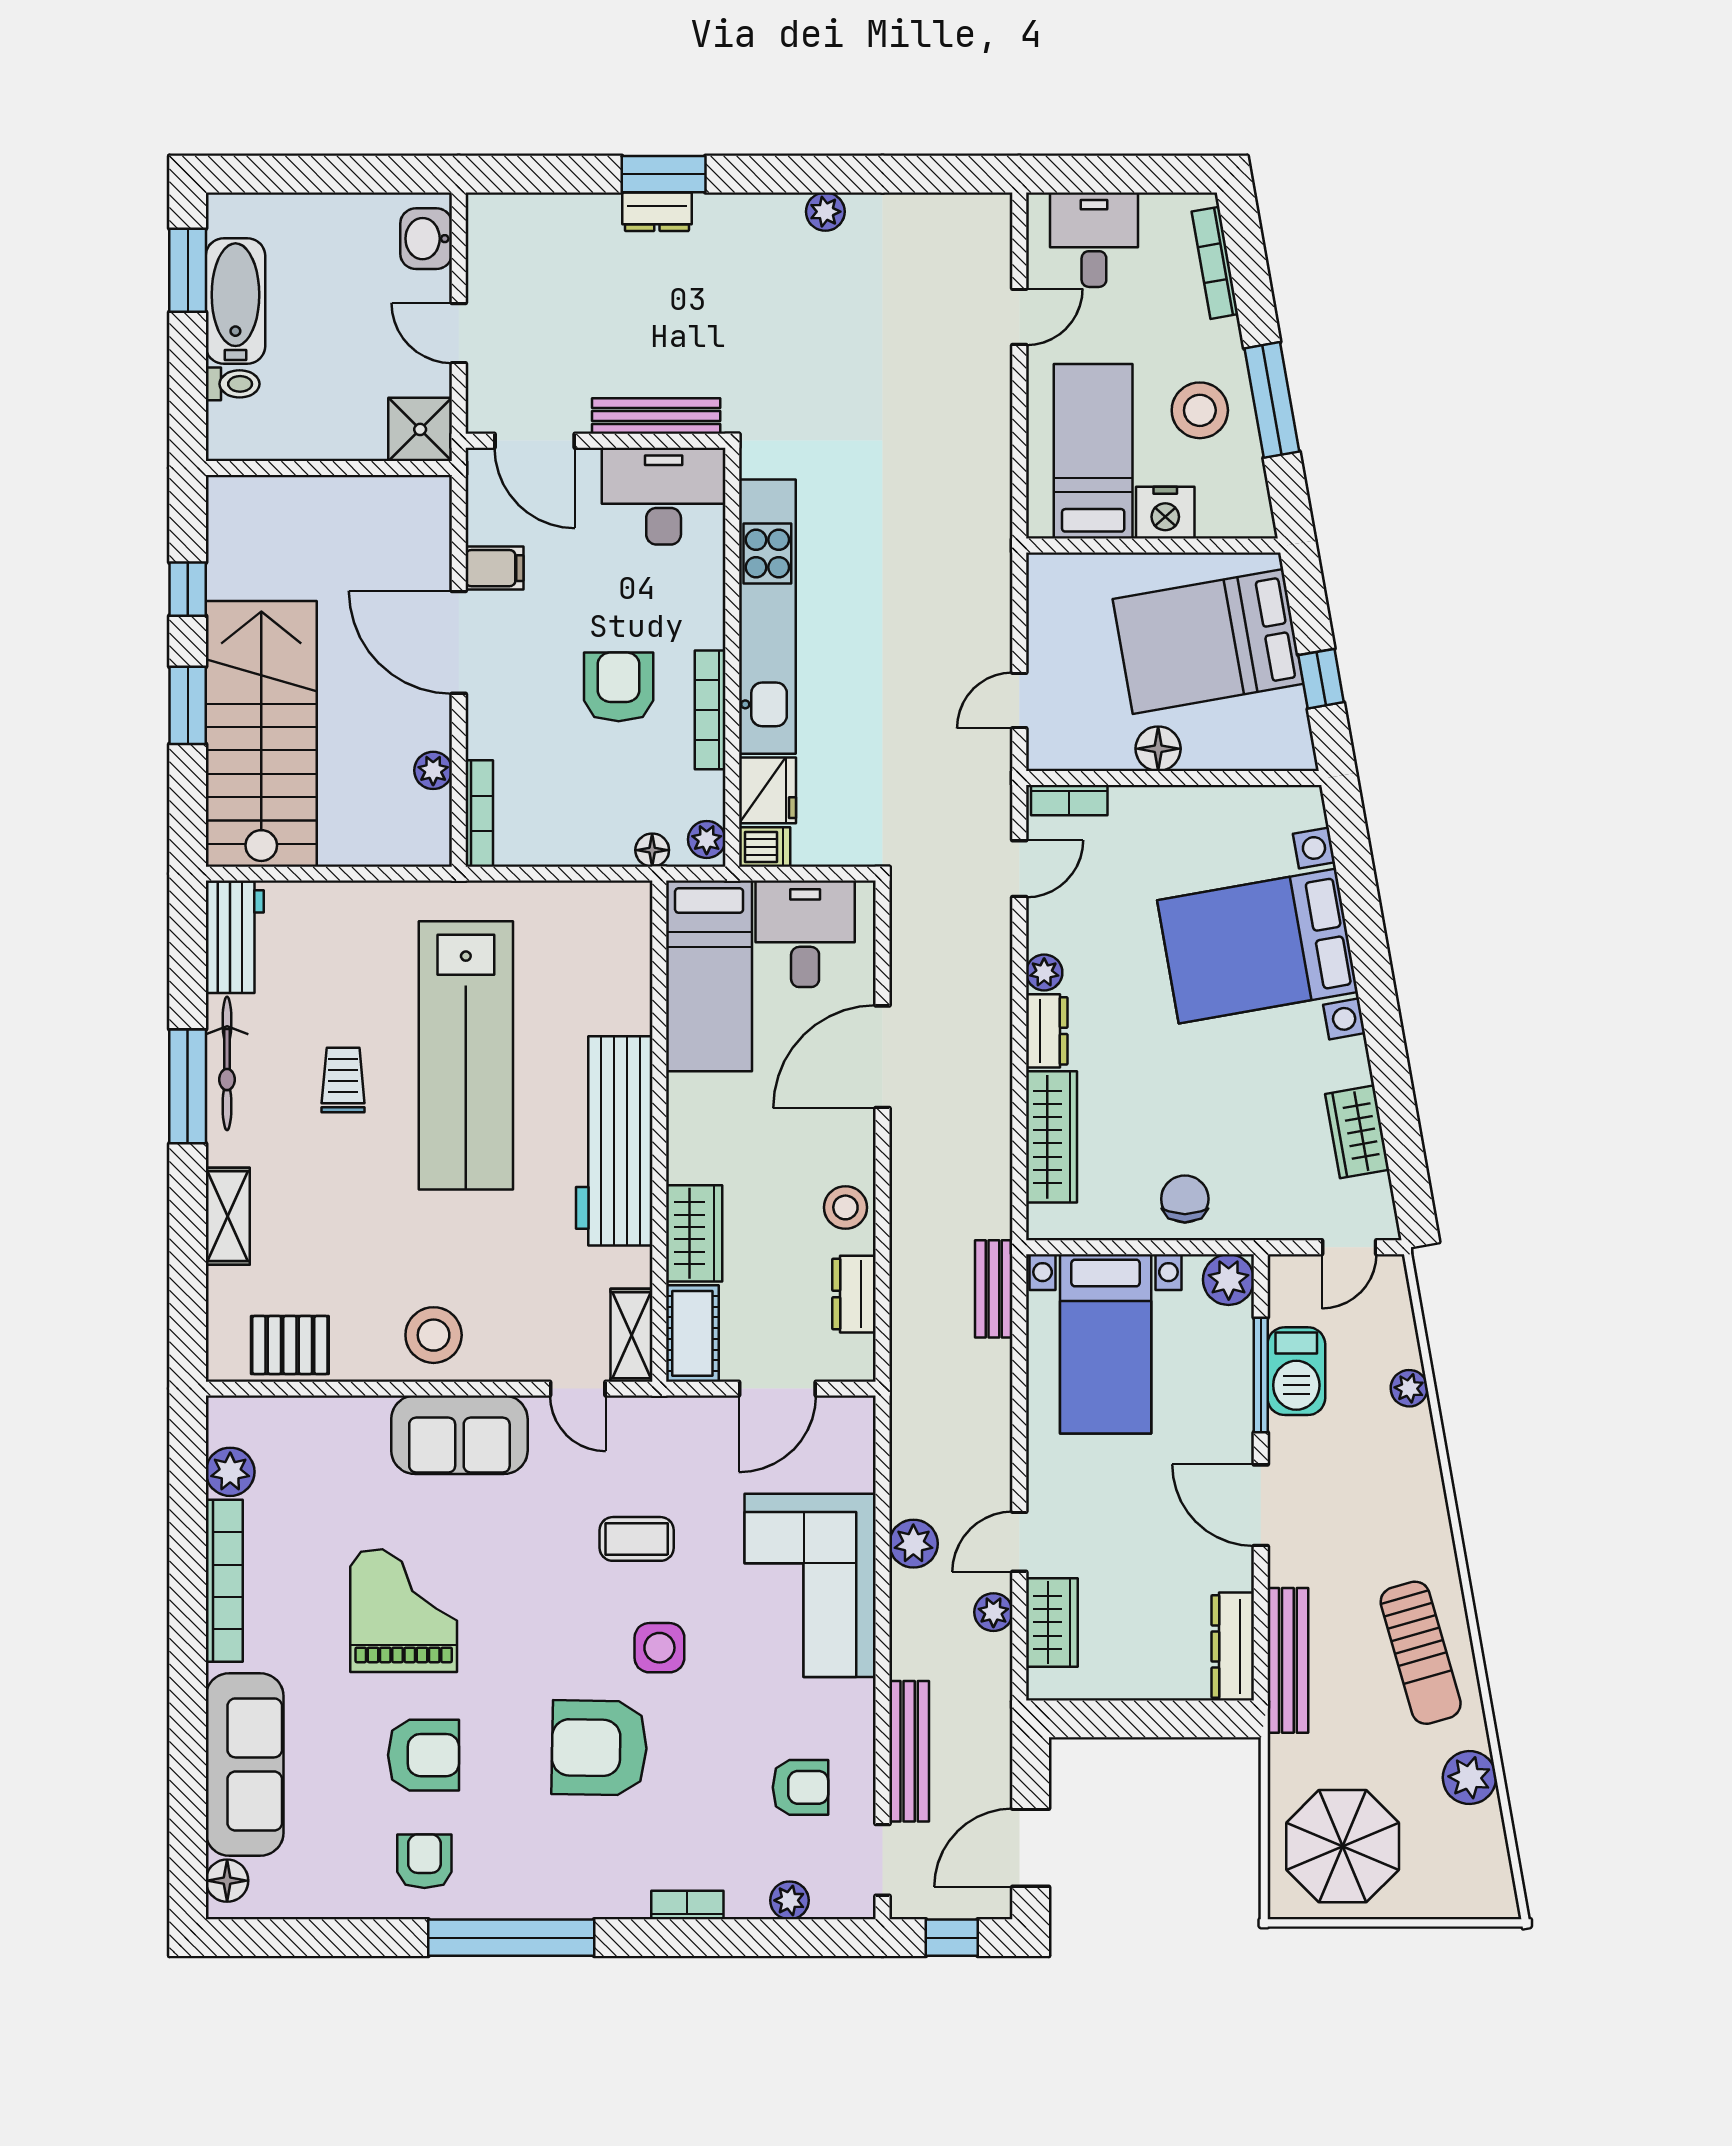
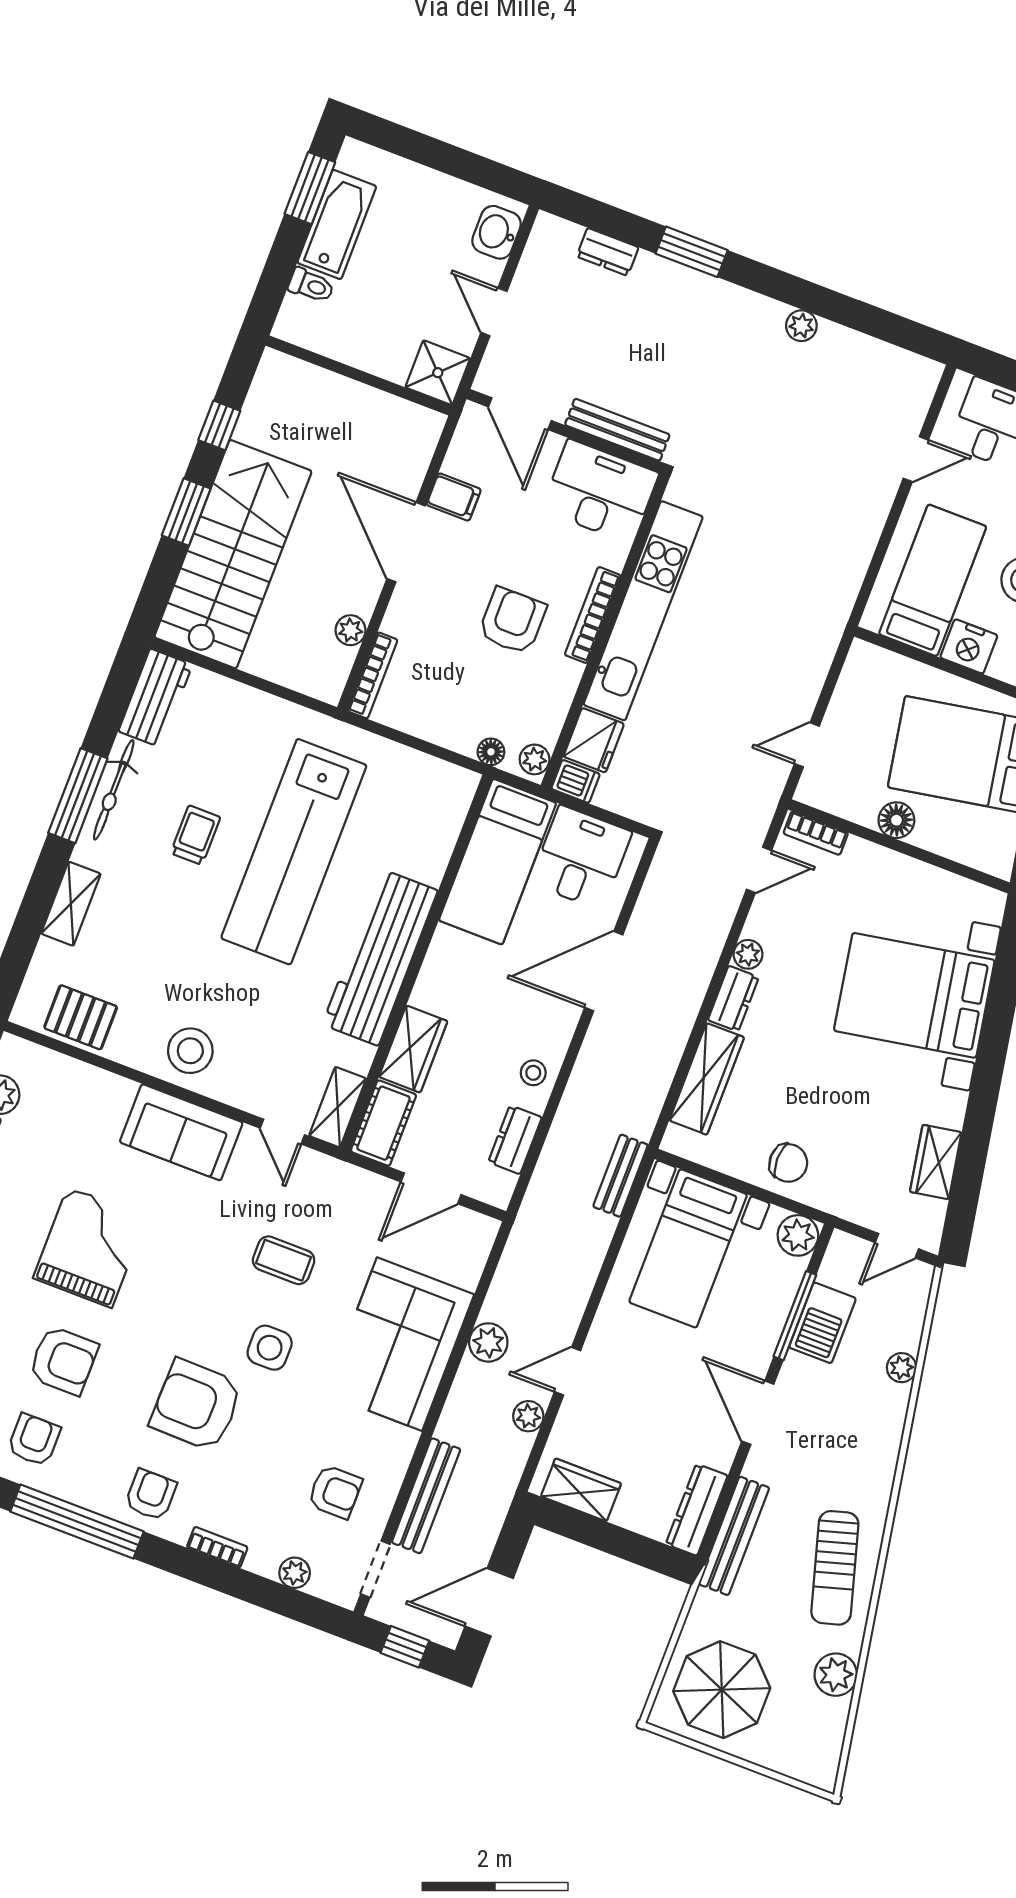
dresser: (657, 212) -> (608, 252), moved
bookcase: (710, 710) -> (593, 615), moved
chair: (1185, 1199) -> (788, 1163), turned 90
stool: (845, 1207) -> (533, 1073), width x0.73, depth x0.73
wardrobe: (1052, 1622) -> (581, 1490), moved, turned -90
armchair: (586, 1873) -> (151, 1495), added

